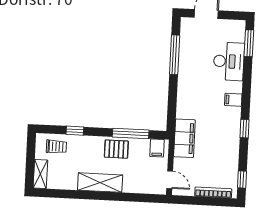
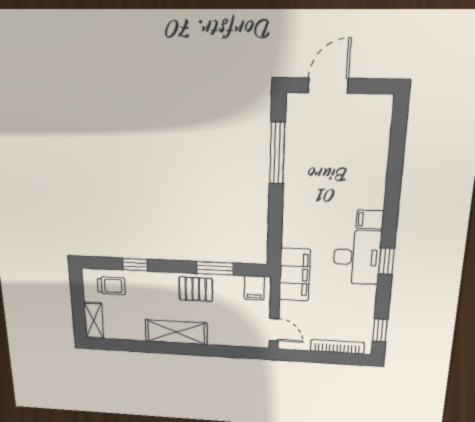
window: (249, 43) -> (398, 132), removed
desk: (229, 61) -> (357, 257), moved
window: (131, 133) -> (215, 268), width x0.69

